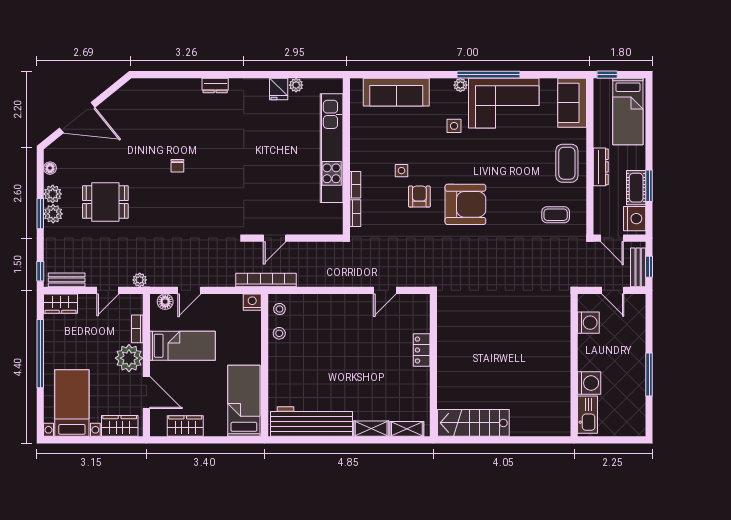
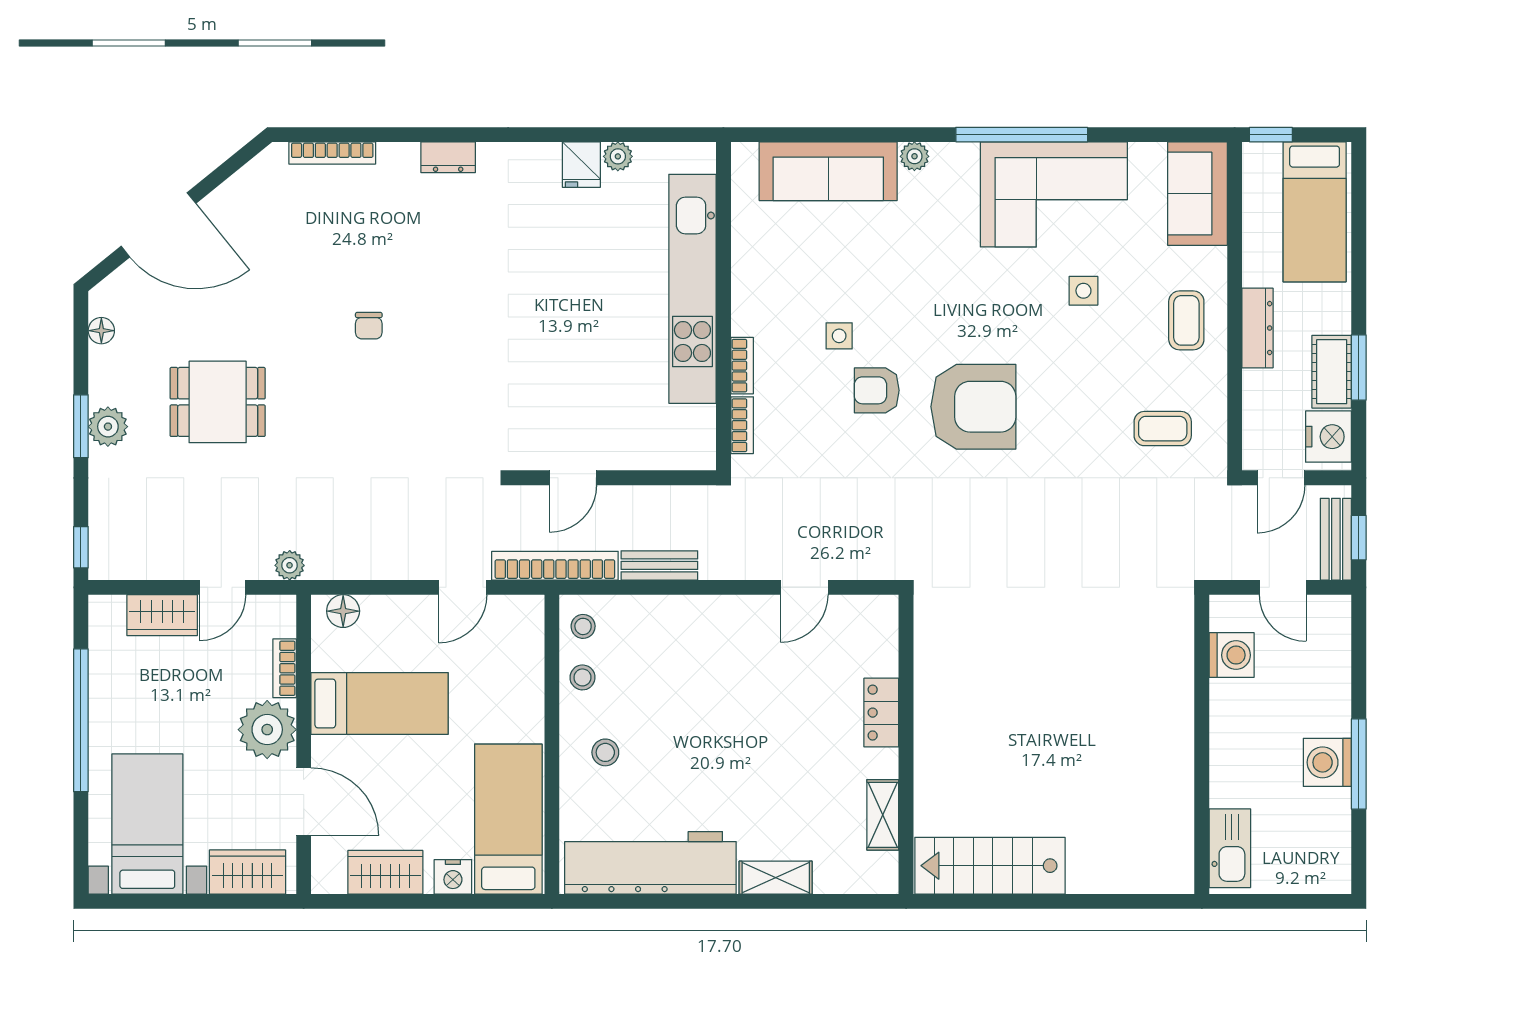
bookcase: (160, 83) -> (332, 153), added
plant: (460, 85) -> (914, 156), moved
side table: (454, 126) -> (1083, 291), moved
coffee table: (567, 163) -> (1186, 320), width x0.73, depth x0.77
plant: (53, 194) -> (107, 385), removed
armchair: (419, 197) -> (877, 390), turned -90
door: (612, 238) -> (1281, 478), hinge flipped
bench: (67, 280) -> (659, 565), moved
door: (189, 290) -> (463, 587), moved
nightstand: (252, 302) -> (453, 877), moved, turned 180
wardrobe: (61, 304) -> (162, 615), moved
stool: (290, 369) -> (605, 752), added
washing machine: (589, 383) -> (1327, 762), moved, turned 180
shelving: (407, 429) -> (883, 815), moved, turned 90

